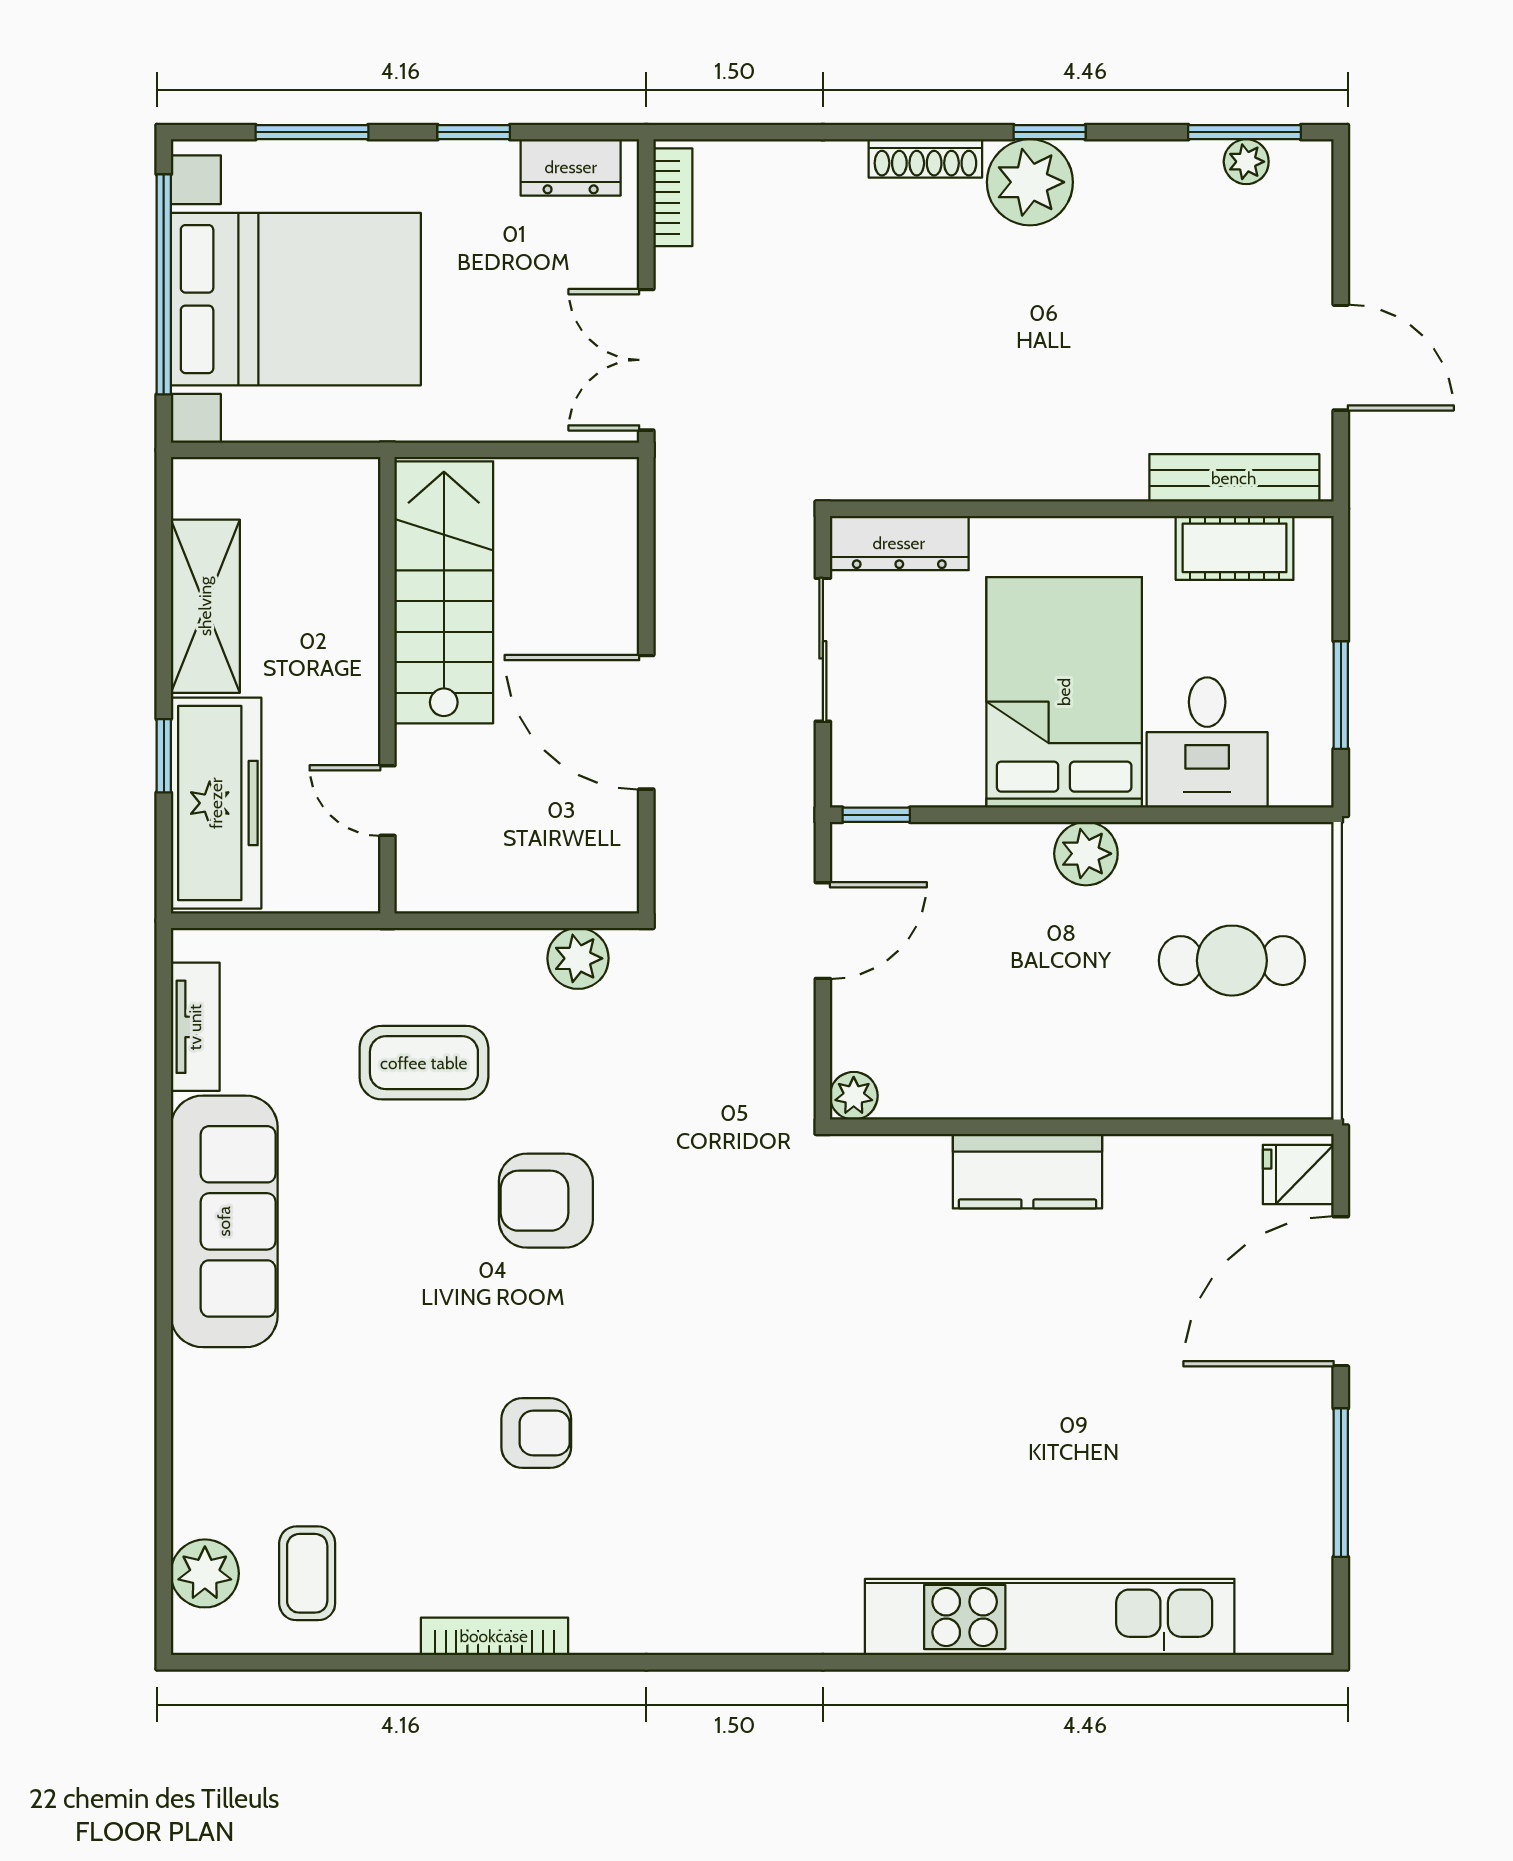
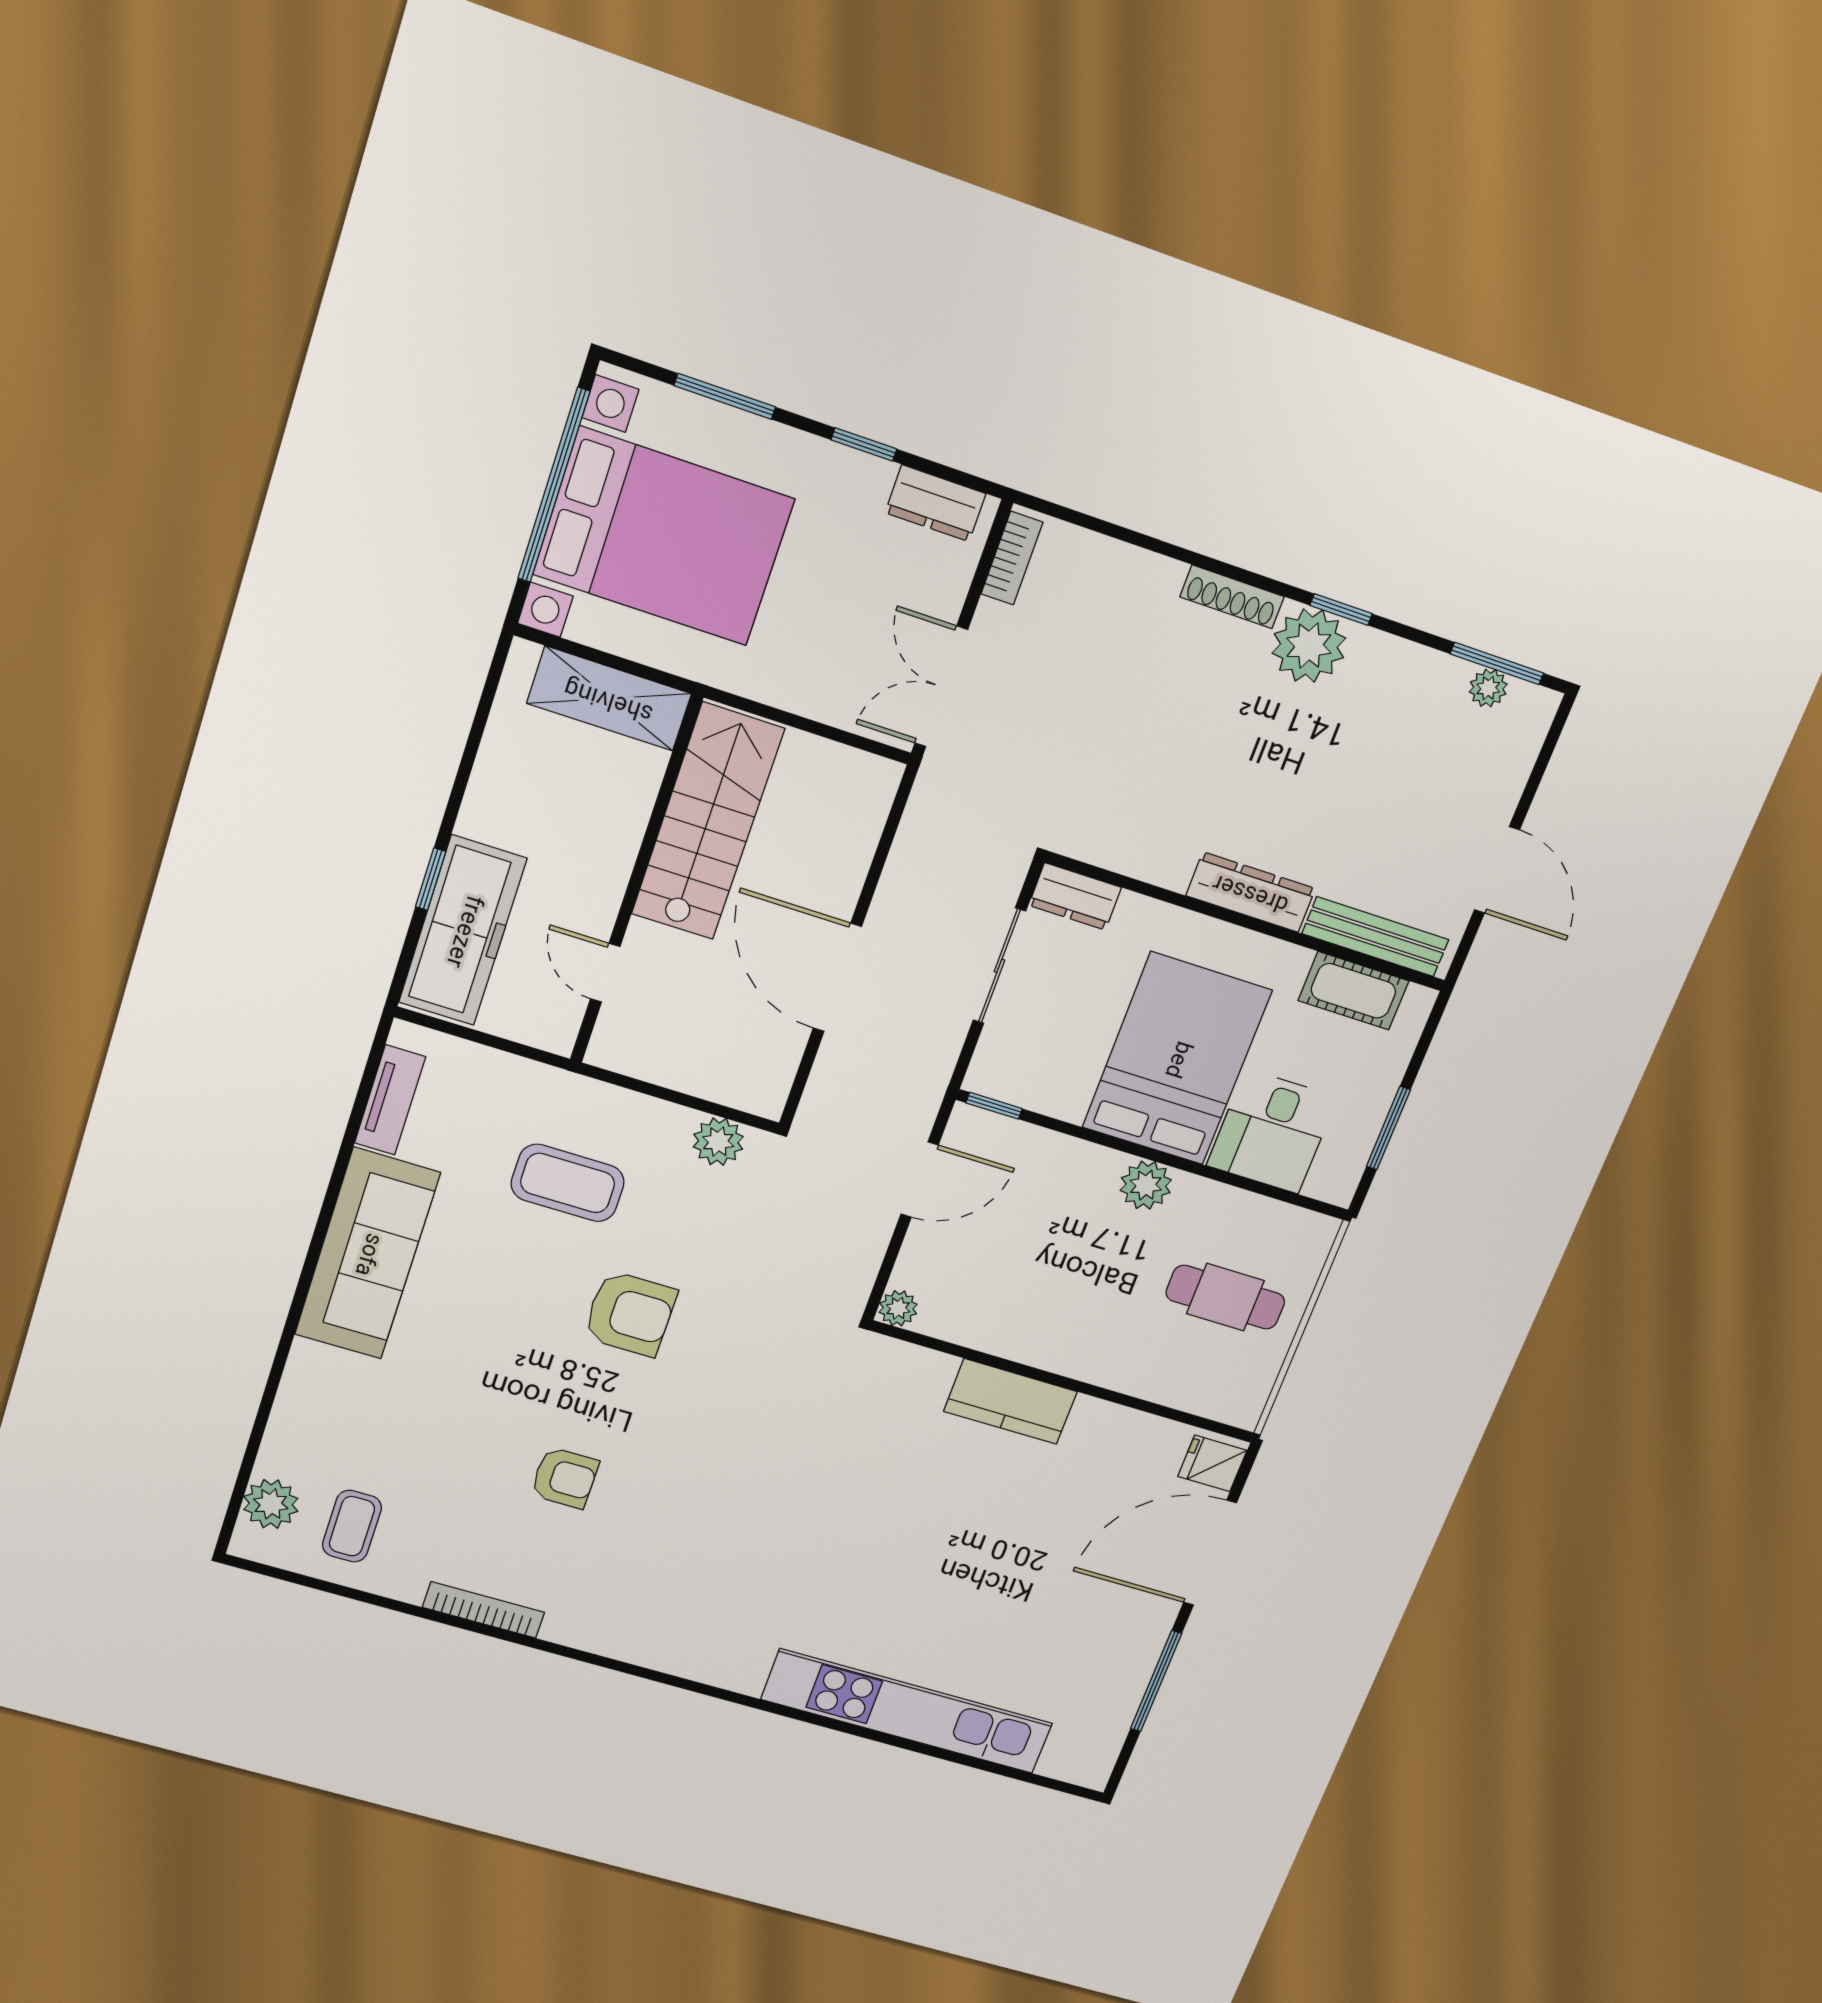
dresser: (1073, 474) -> (1251, 892), added
dresser: (899, 543) -> (1075, 896), width x0.70
shelving: (205, 606) -> (609, 699), moved, turned 90
armchair: (546, 1201) -> (630, 1314), turned 180

